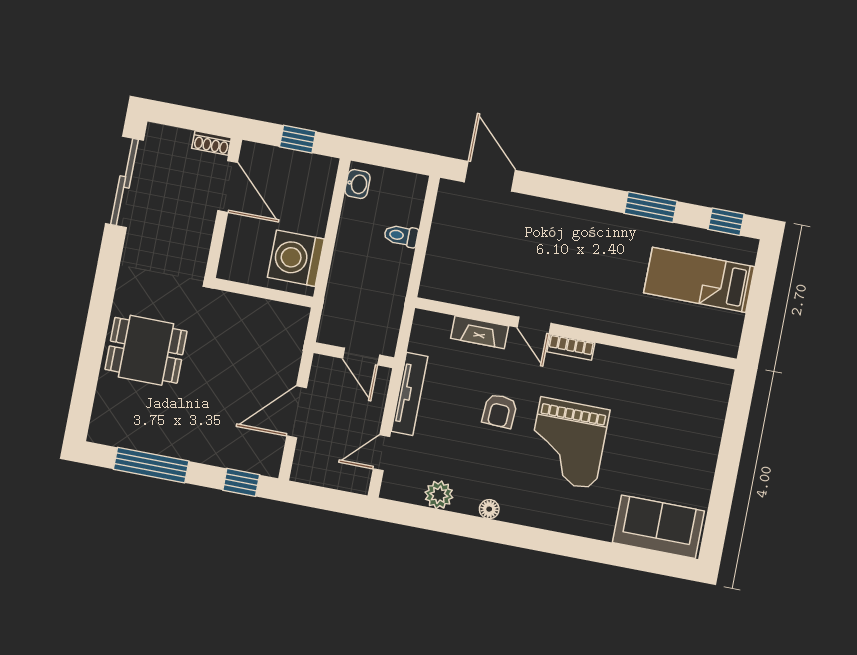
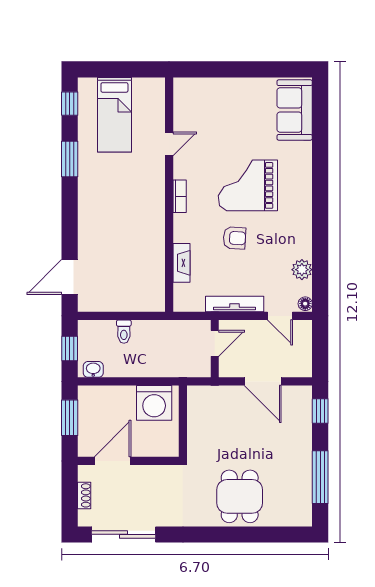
window: (298, 139) -> (70, 418), width x1.50
shoe rack: (212, 143) -> (84, 495), moved
window: (392, 157) -> (70, 349), added
door: (534, 325) -> (169, 144), moved
grand piano: (568, 443) -> (248, 185), turned 180
floor lamp: (489, 509) -> (305, 304), moved

